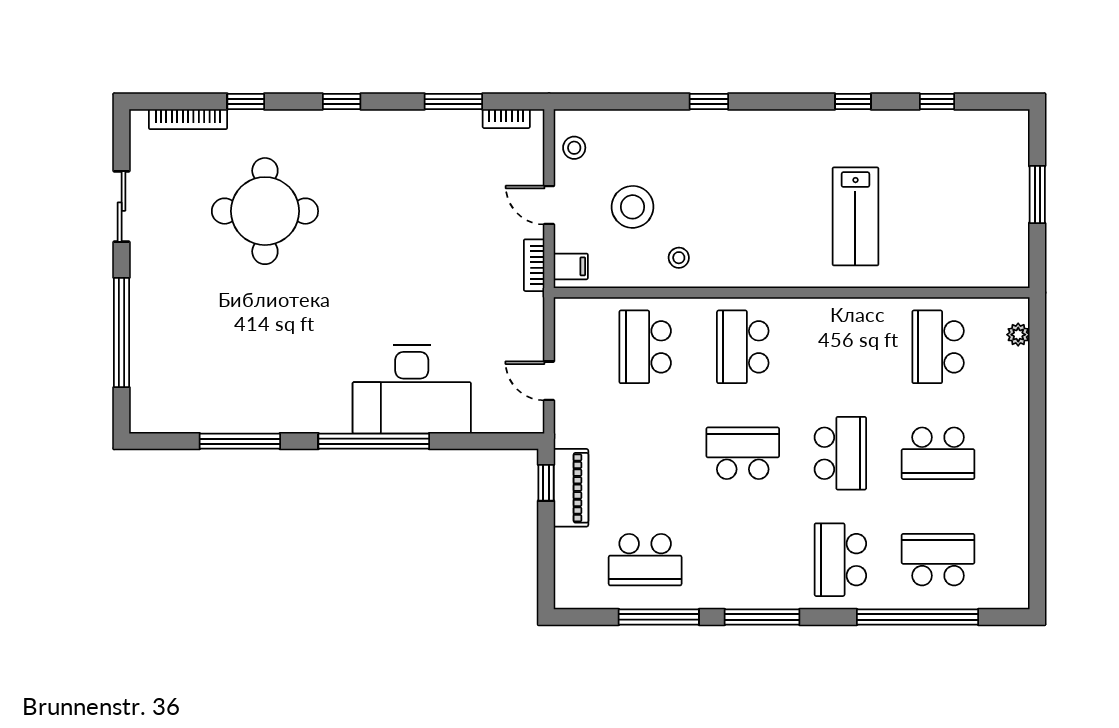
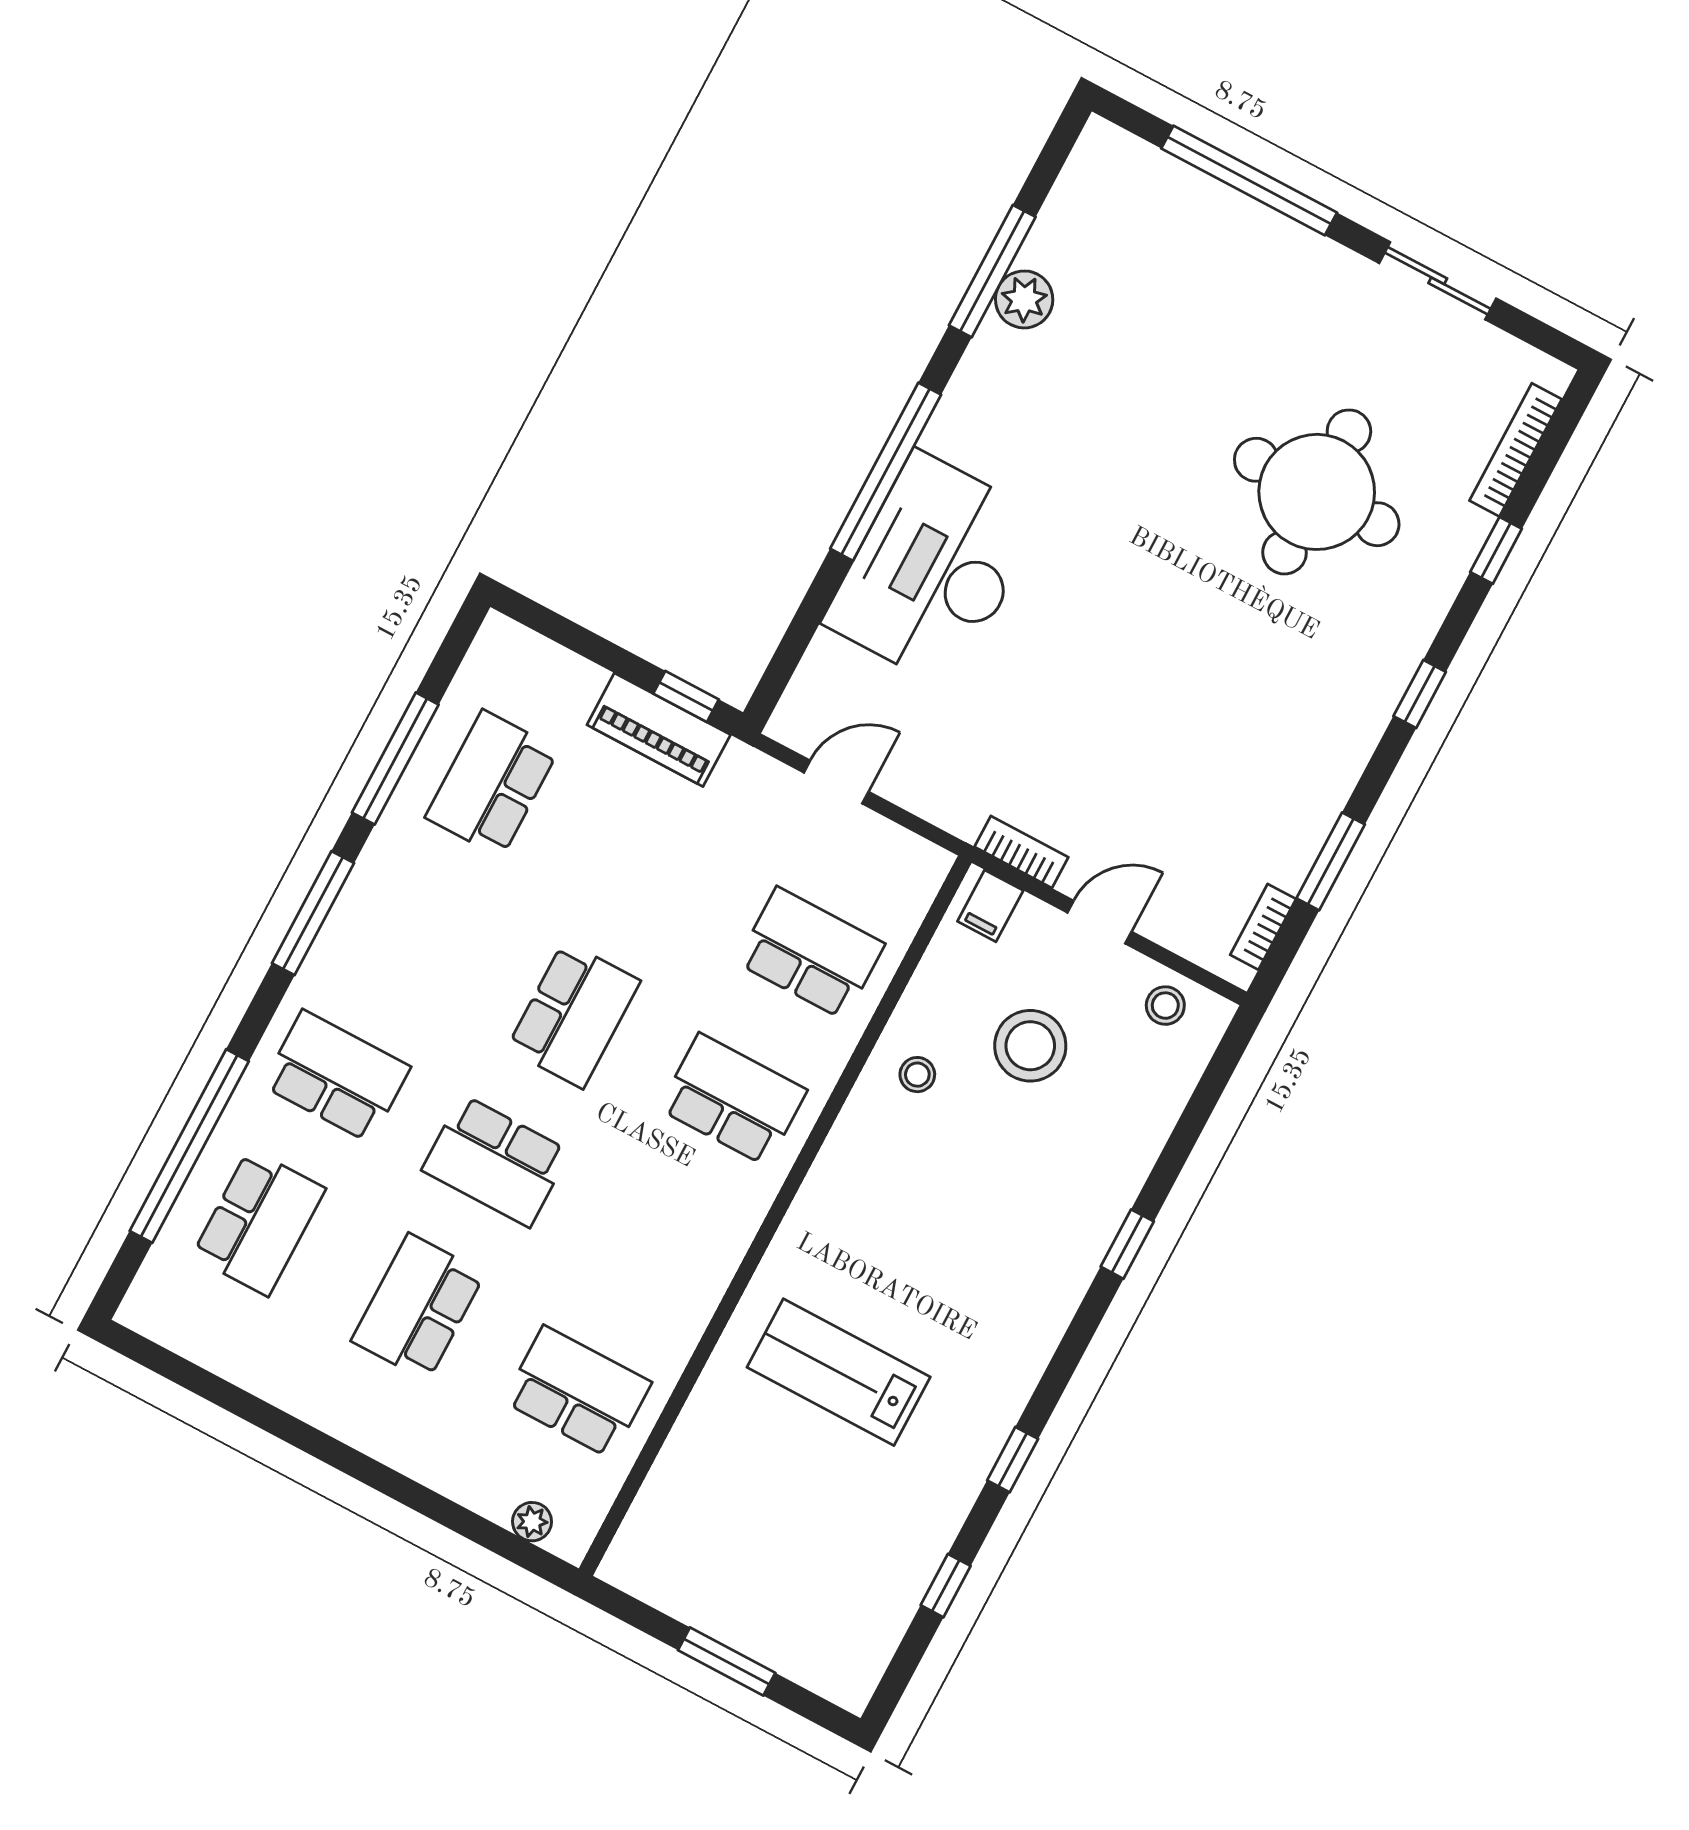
plant: (246, 417) -> (1024, 299), added

